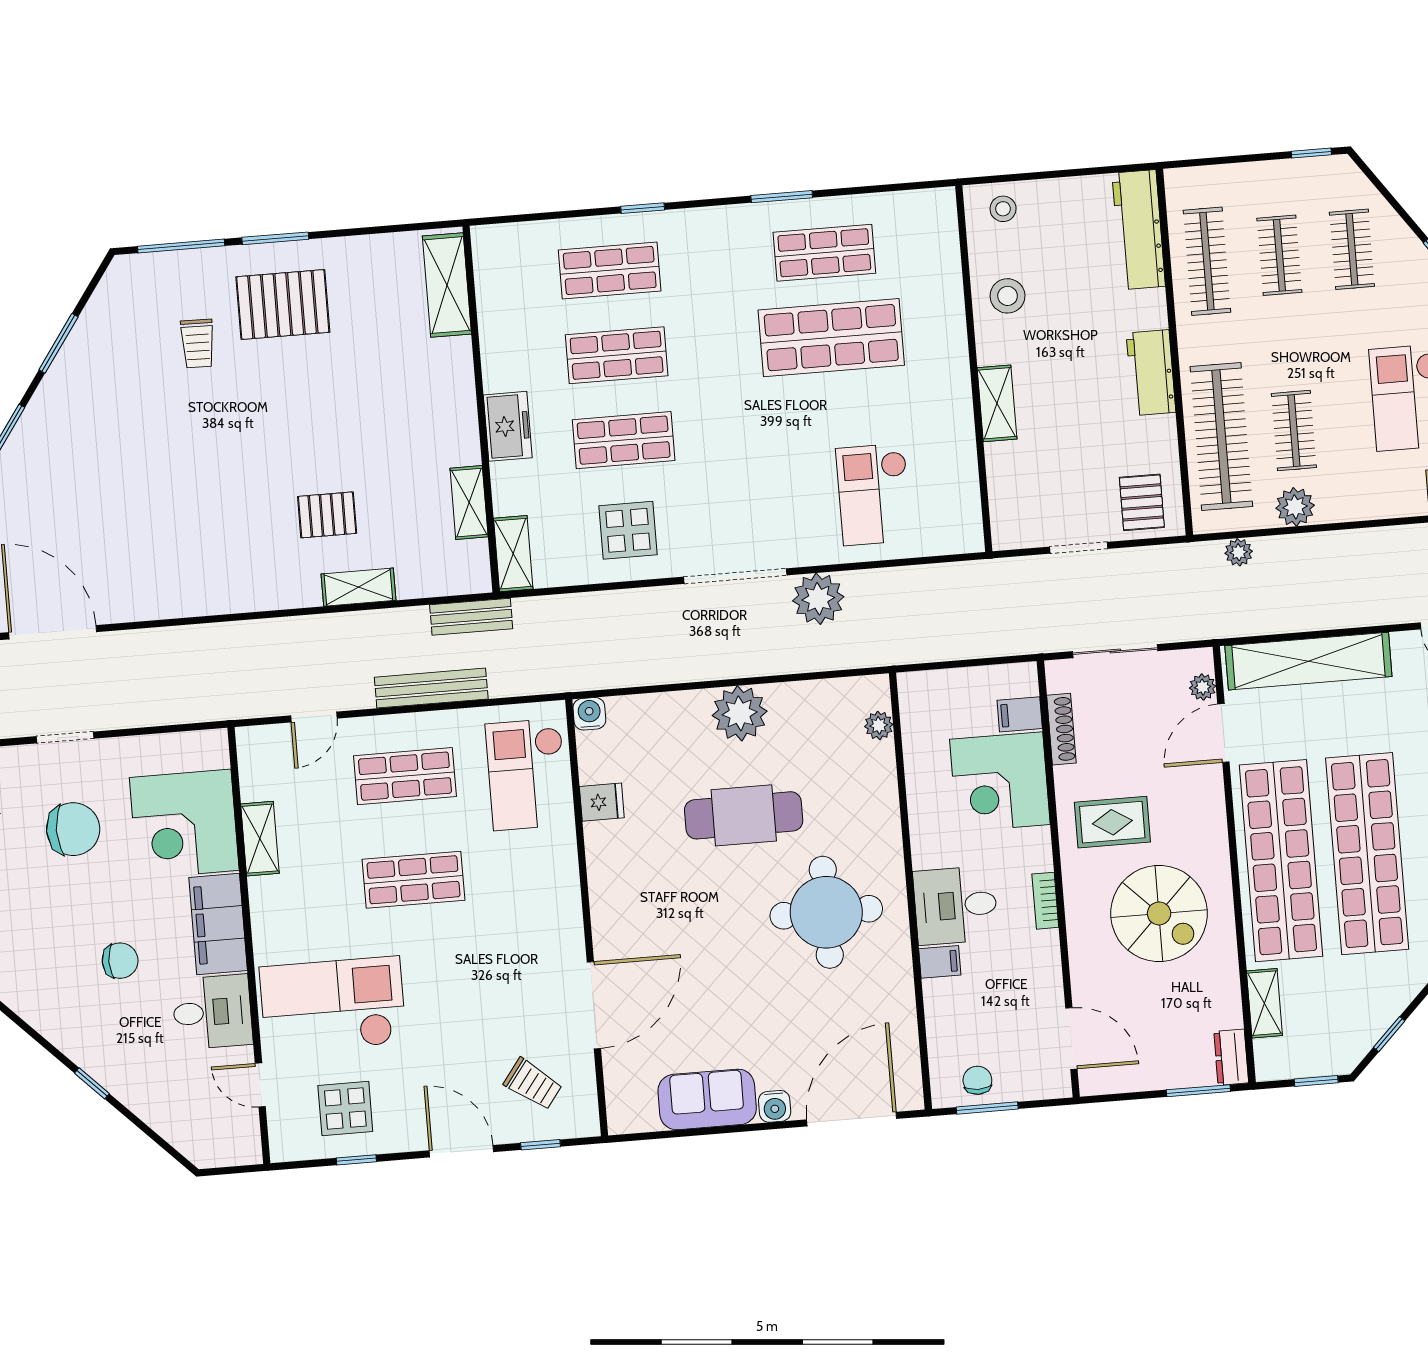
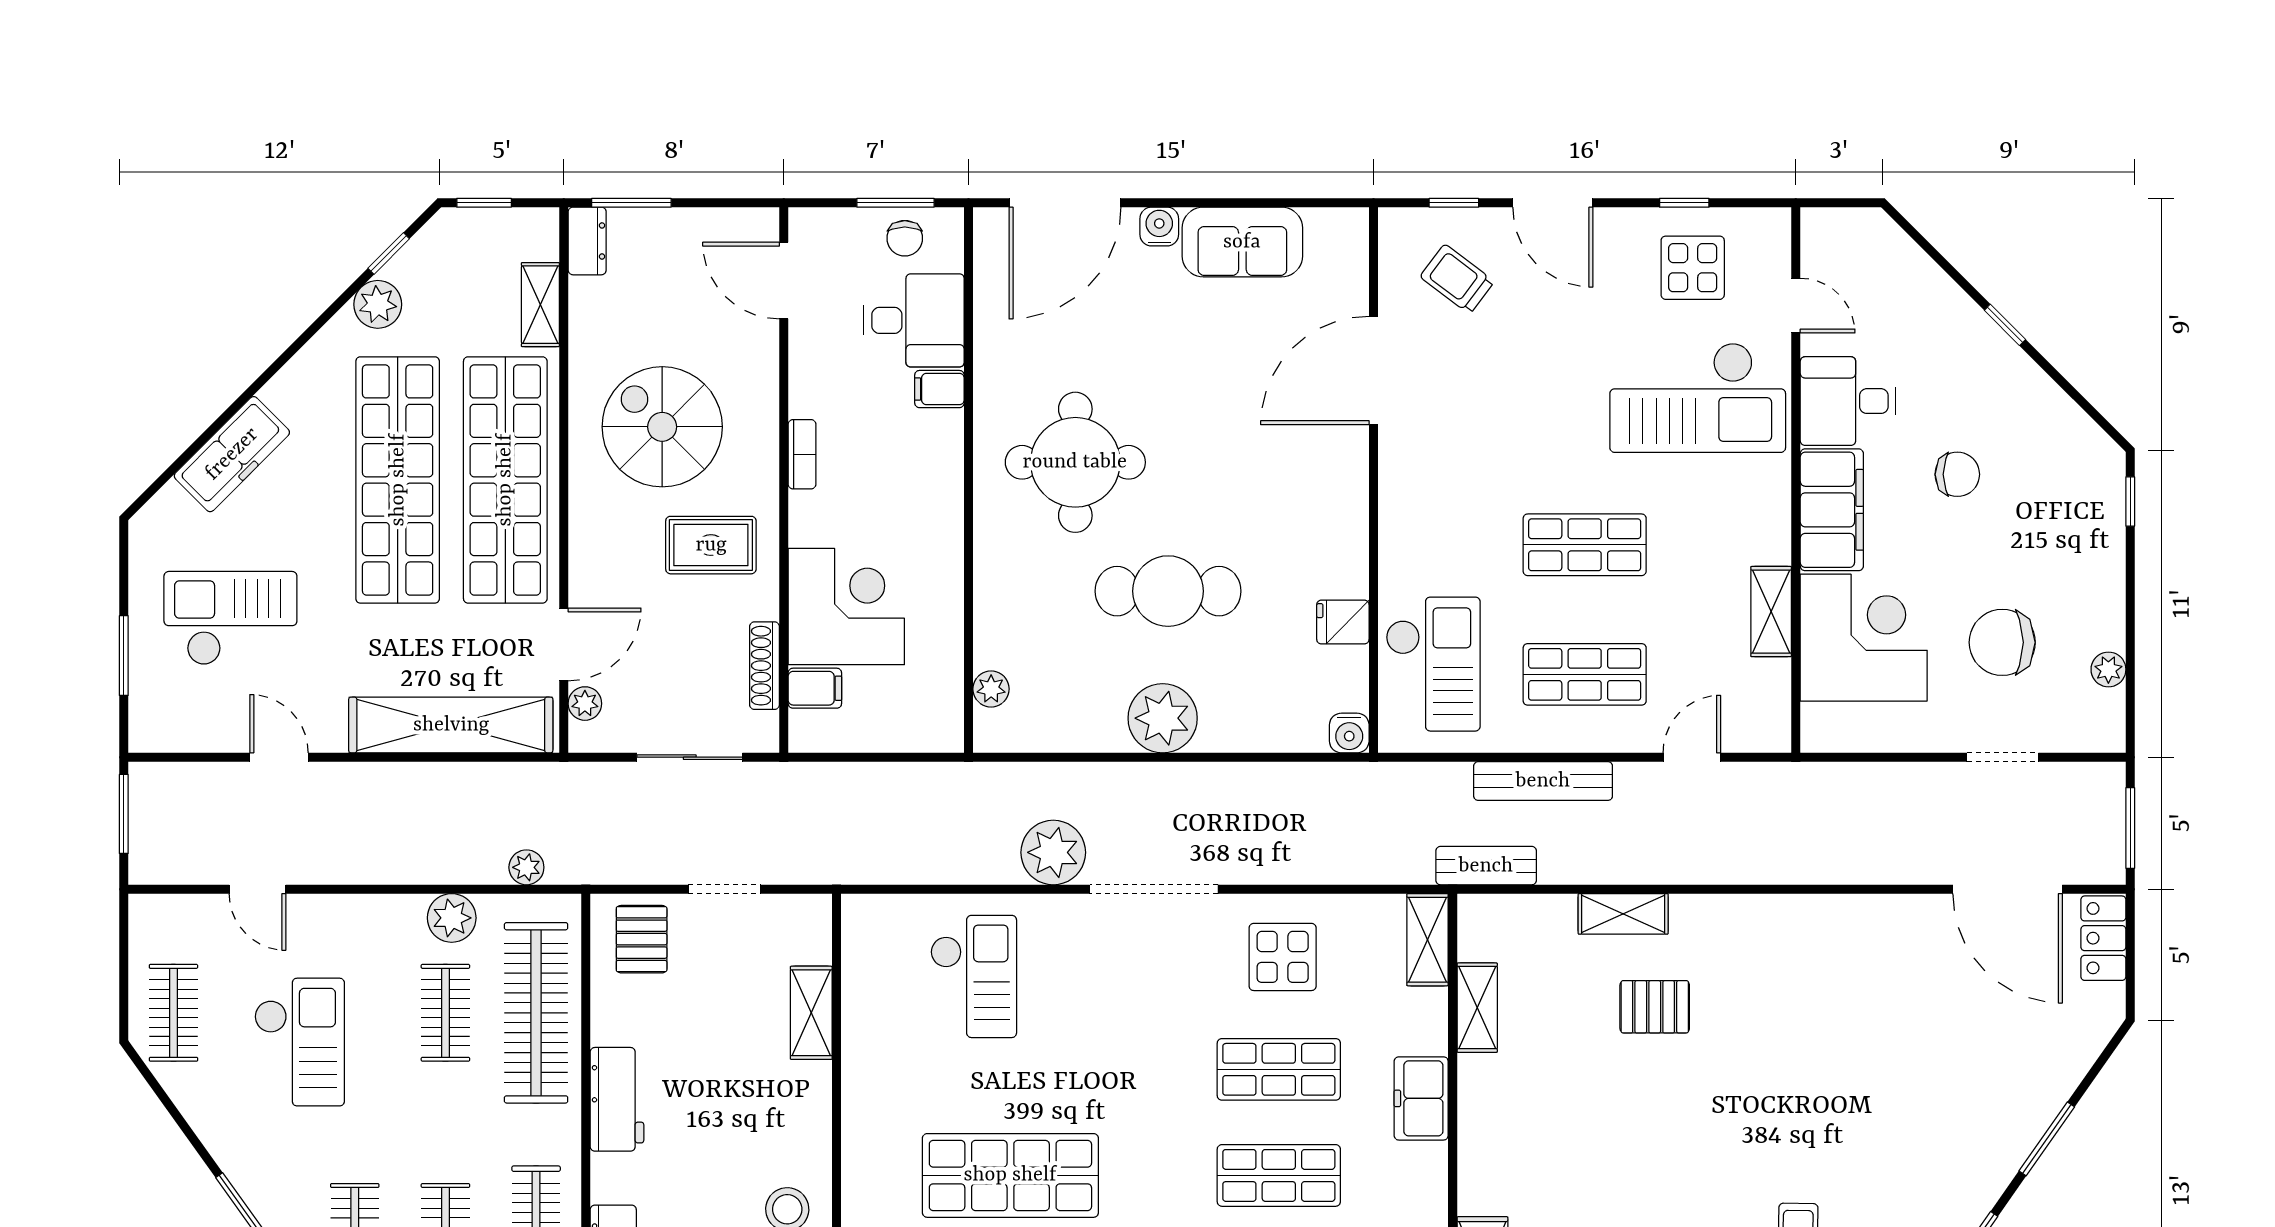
shelving: (997, 403) -> (811, 1013), moved
desk: (956, 905) -> (914, 320), moved
chair: (120, 961) -> (1957, 474), turned 180
plant: (1395, 993) -> (378, 304), added

